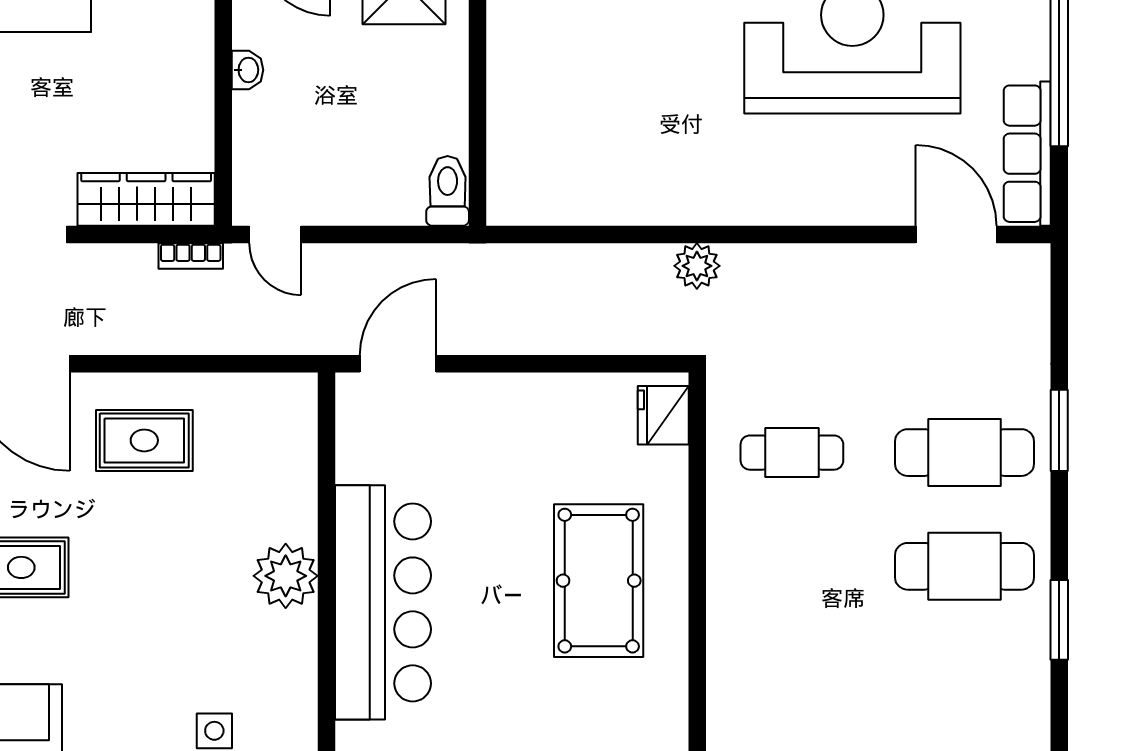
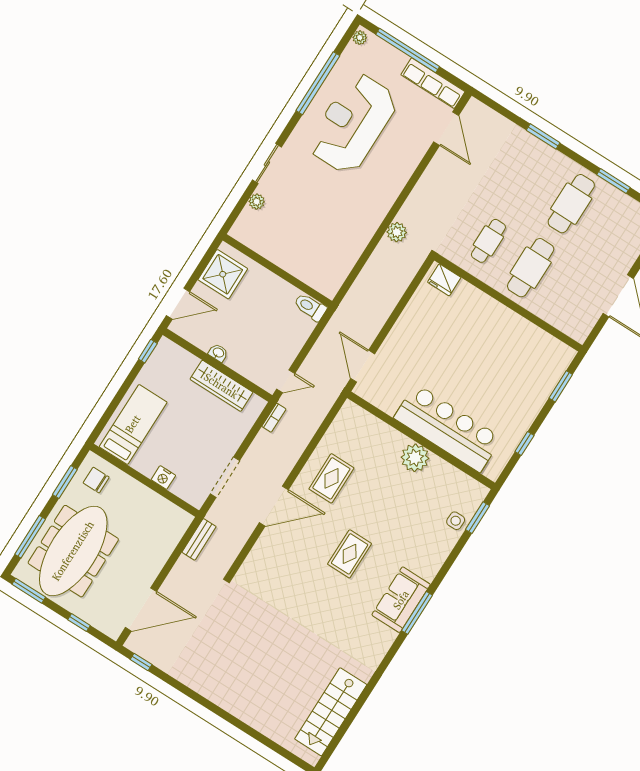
wardrobe: (146, 199) -> (221, 386), moved, turned -90
door: (956, 234) -> (446, 129), swing flipped
cafe table: (965, 453) -> (531, 268), moved
pool table: (599, 581) -> (490, 343), removed

